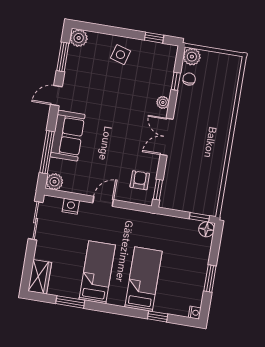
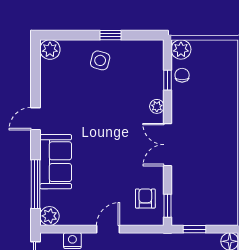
window: (154, 38) -> (111, 35), moved
window: (63, 57) -> (36, 74), removed
window: (199, 217) -> (195, 229), moved

